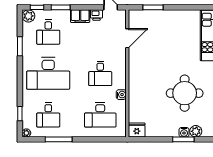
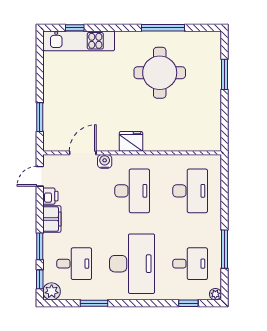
door: (127, 38) -> (83, 153), hinge flipped
desk: (100, 73) -> (132, 191), width x1.37
water cooler: (121, 95) -> (105, 161), moved
fridge: (137, 130) -> (131, 141), moved, turned 90
plant: (196, 131) -> (213, 57), removed
water cooler: (184, 132) -> (214, 74), removed

